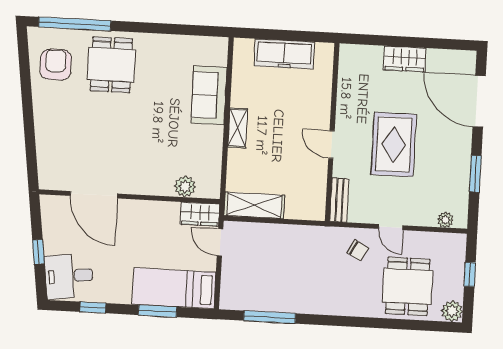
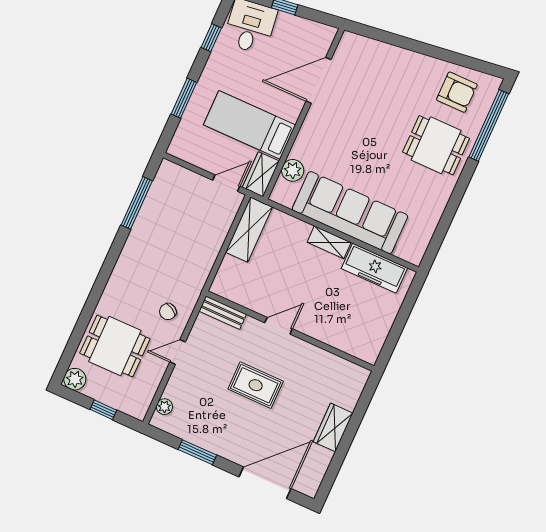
freezer: (284, 54) -> (374, 268), moved, turned -90
sofa: (209, 95) -> (350, 213), width x1.85, depth x1.27
rug: (394, 144) -> (256, 385), width x0.73, depth x0.70
bed: (174, 288) -> (250, 125), moved, turned -90

